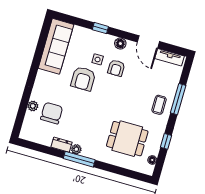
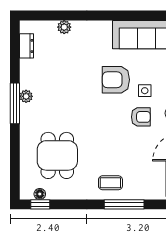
armchair: (116, 68) -> (141, 117), turned 180
chair: (52, 113) -> (62, 53), removed
window: (166, 141) -> (40, 204), moved
dresser: (62, 145) -> (27, 46), moved

